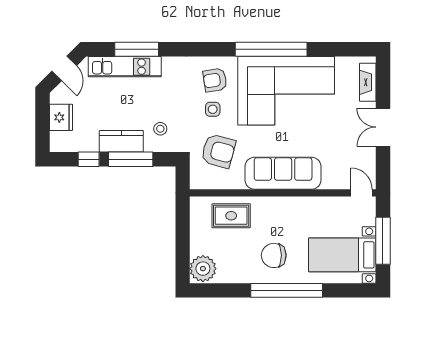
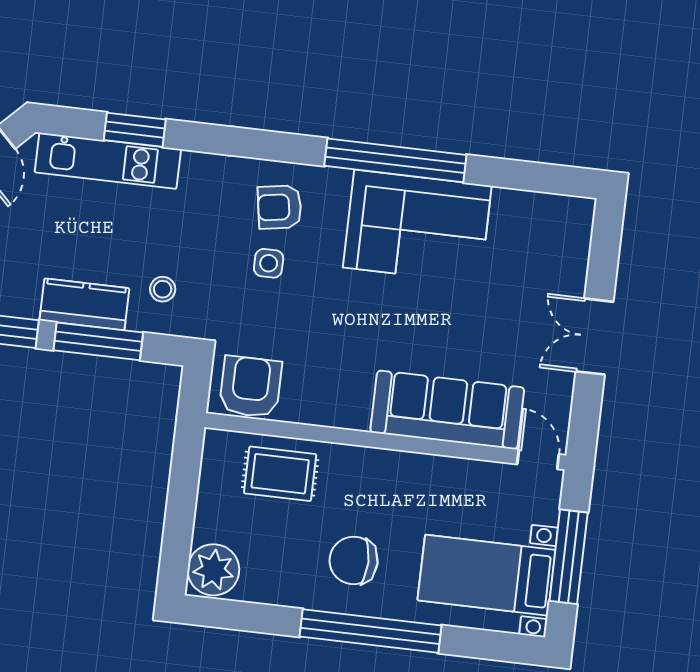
window: (137, 49) -> (135, 130), width x0.69
fireplace: (368, 82) -> (575, 246), removed
corner sofa: (286, 91) -> (417, 227), width x0.73, depth x0.74
armchair: (218, 151) -> (251, 387), moved, turned -105
sofa: (283, 173) -> (447, 410), moved

